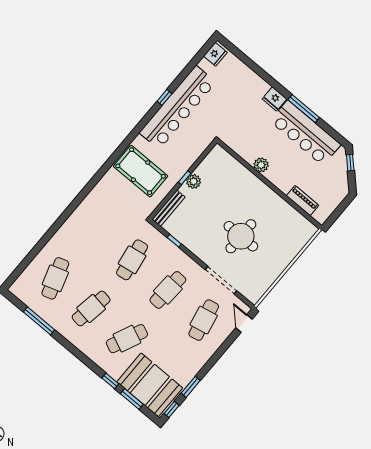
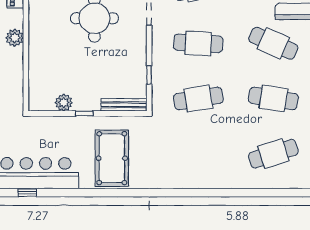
plant: (261, 165) -> (15, 38), moved
plant: (194, 181) -> (64, 103), moved

